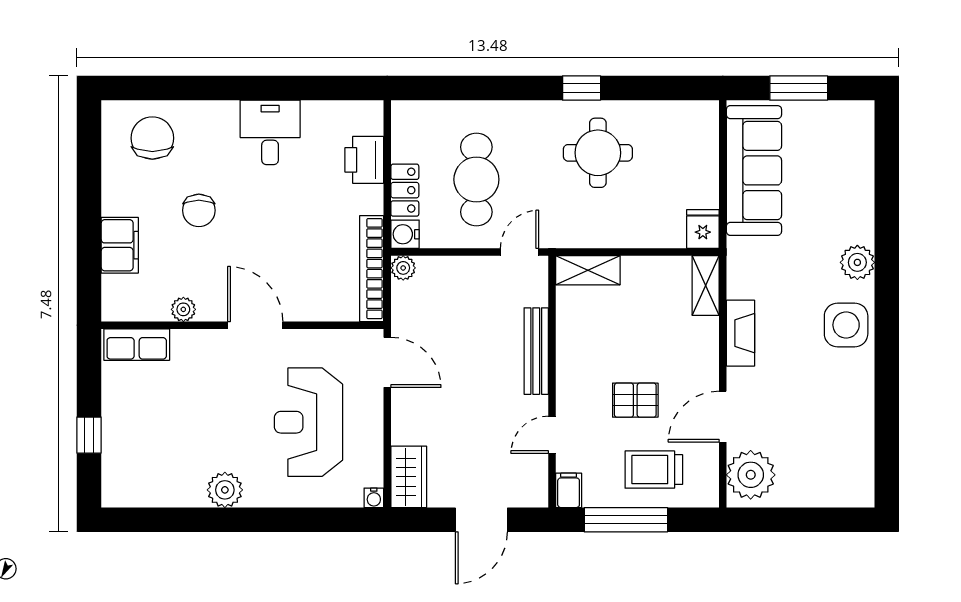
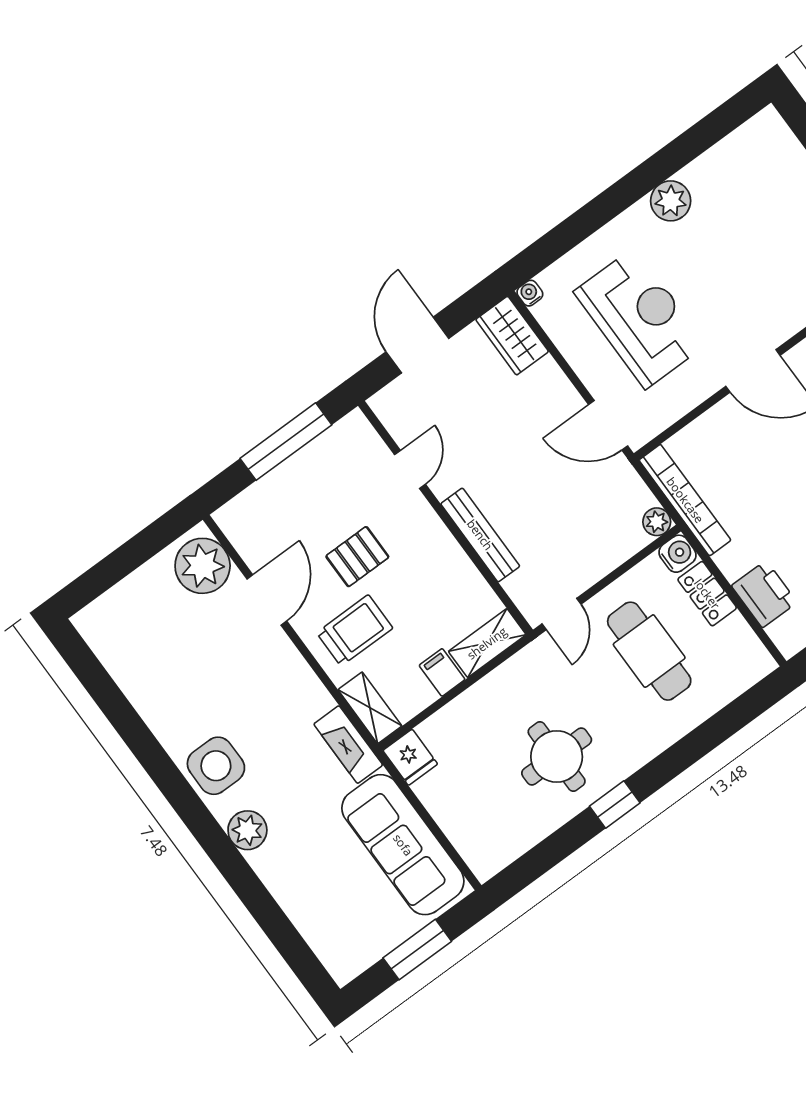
fireplace: (740, 333) -> (348, 745), moved
trolley: (654, 470) -> (355, 630), moved
filing cabinet: (569, 490) -> (442, 672), moved, turned 180

